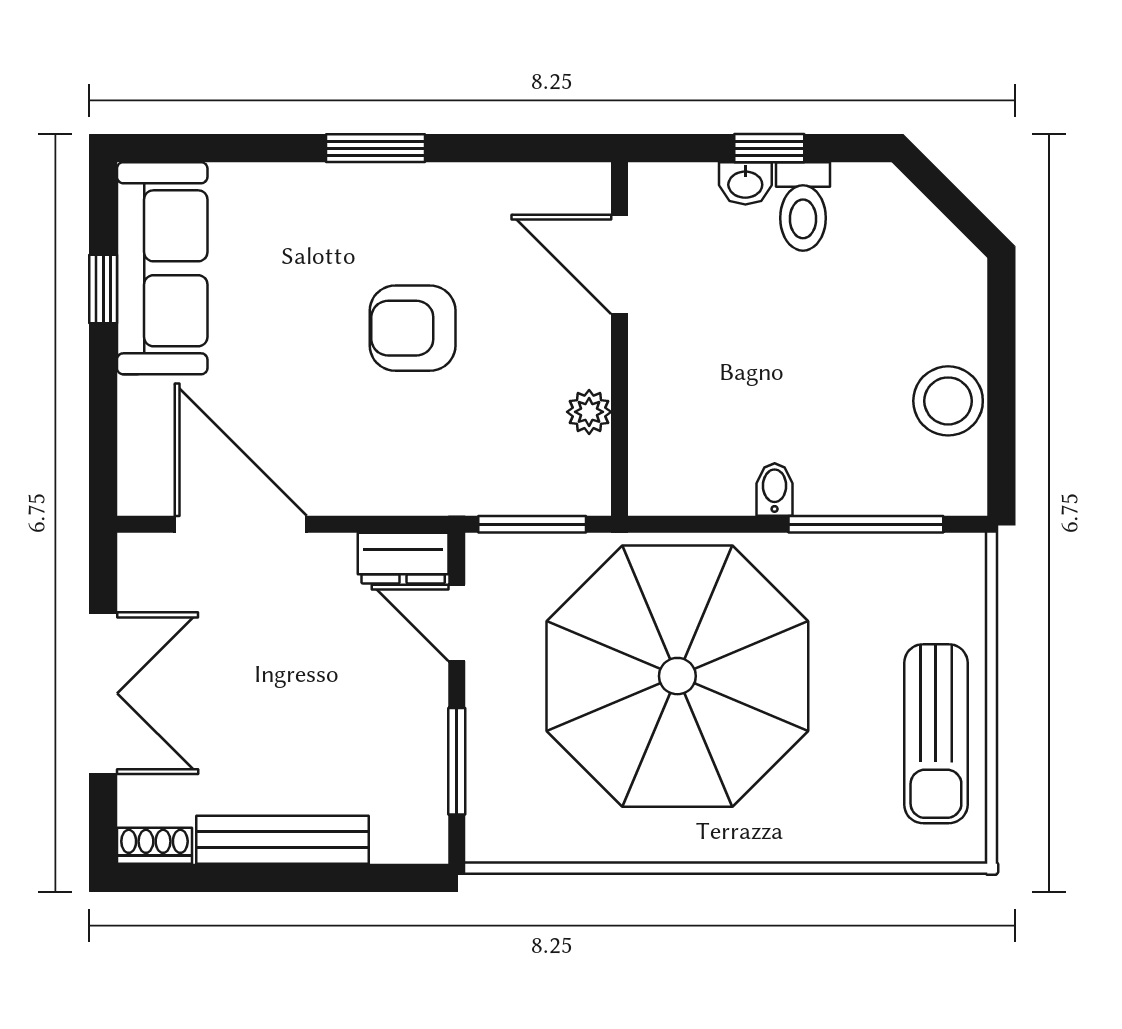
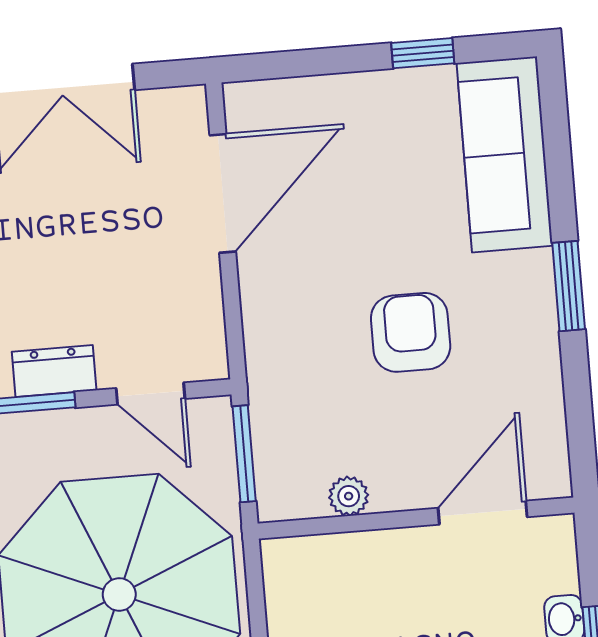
sofa: (162, 268) -> (505, 154), moved, turned 90
dresser: (403, 558) -> (54, 371), moved, turned 90
door: (457, 623) -> (150, 394), swing flipped

